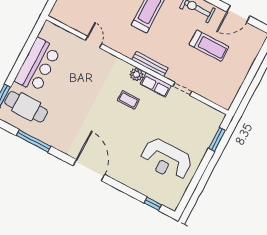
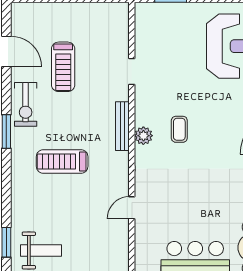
treadmill: (209, 46) -> (63, 67), turned 180
row of seats: (156, 85) -> (144, 106), removed

